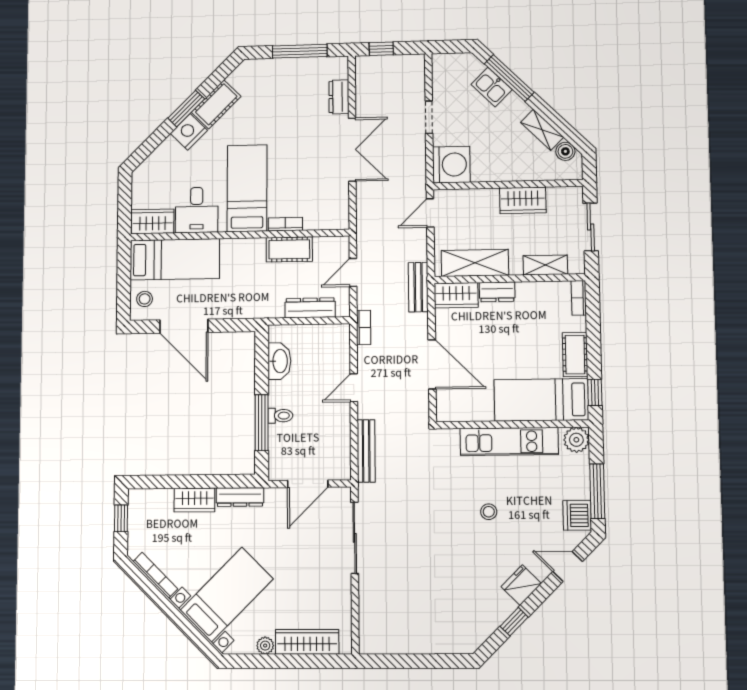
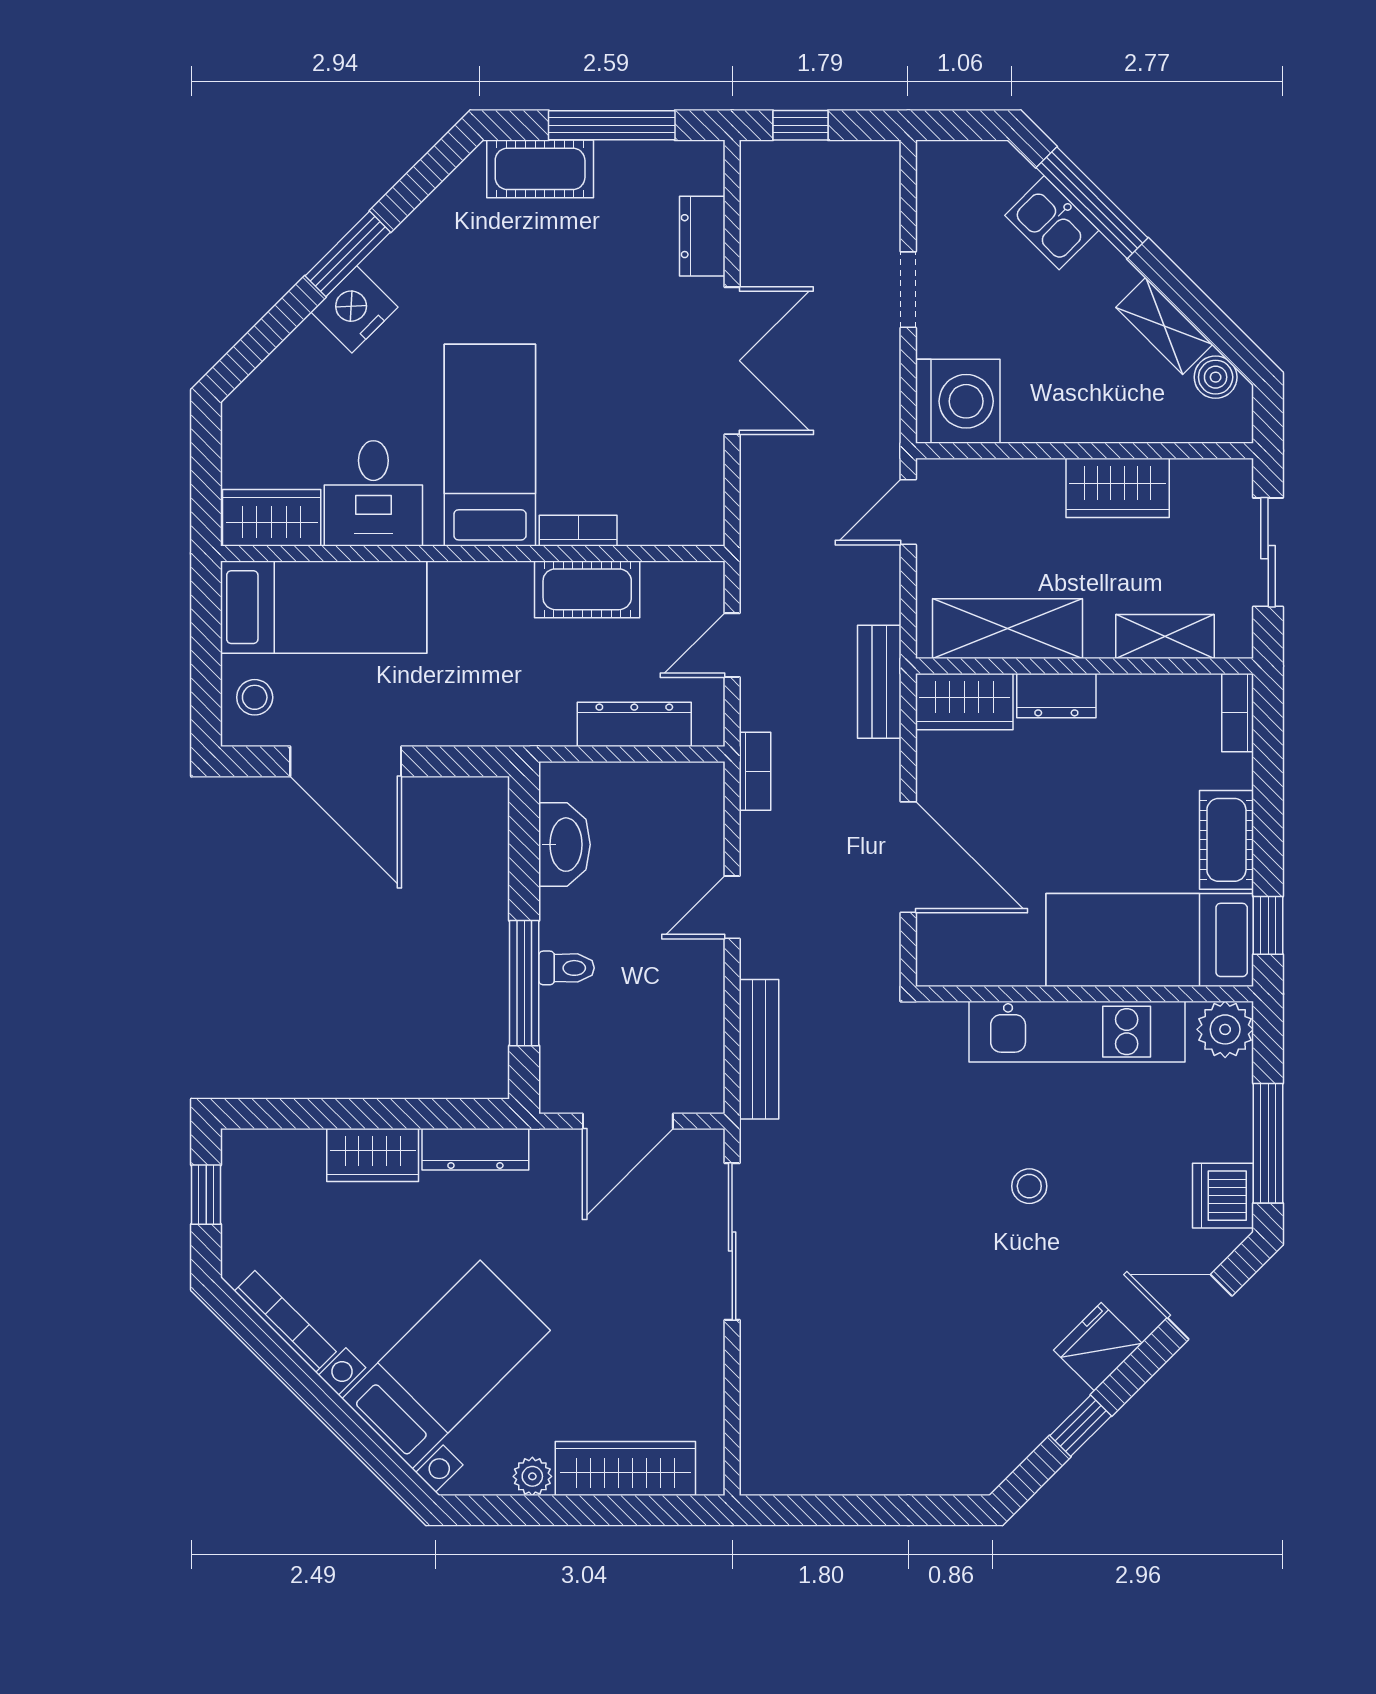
cot: (216, 104) -> (540, 169), moved, turned 45

